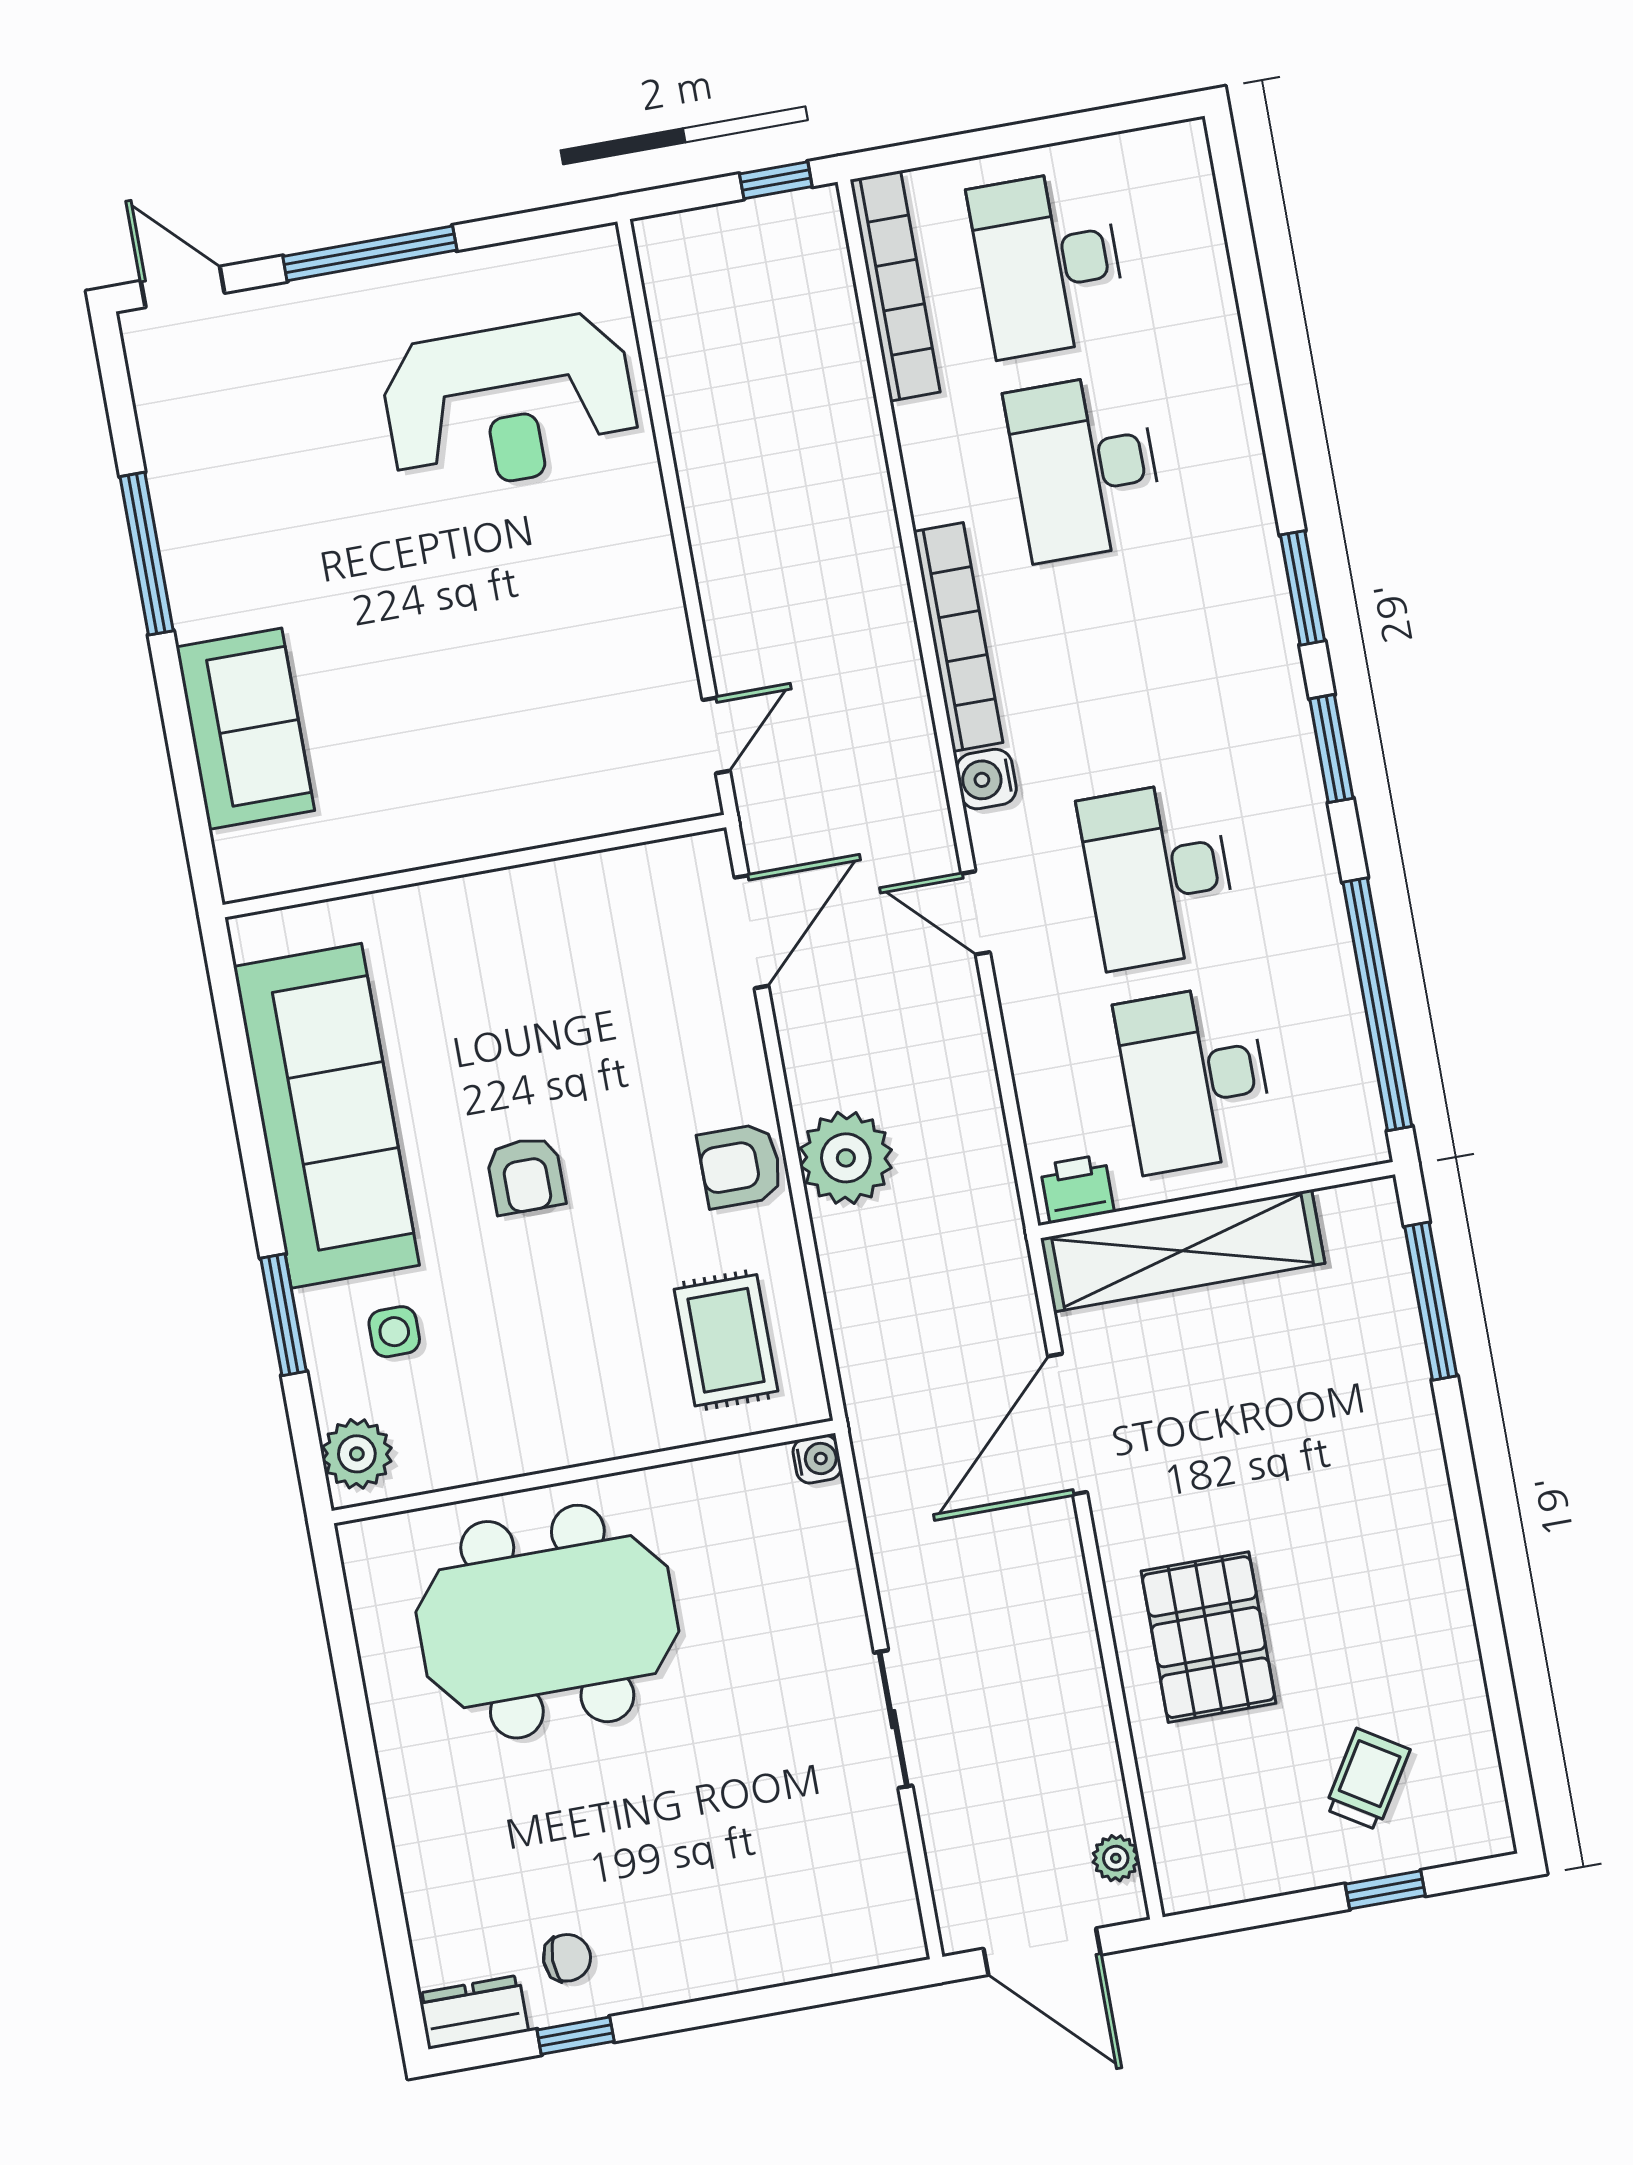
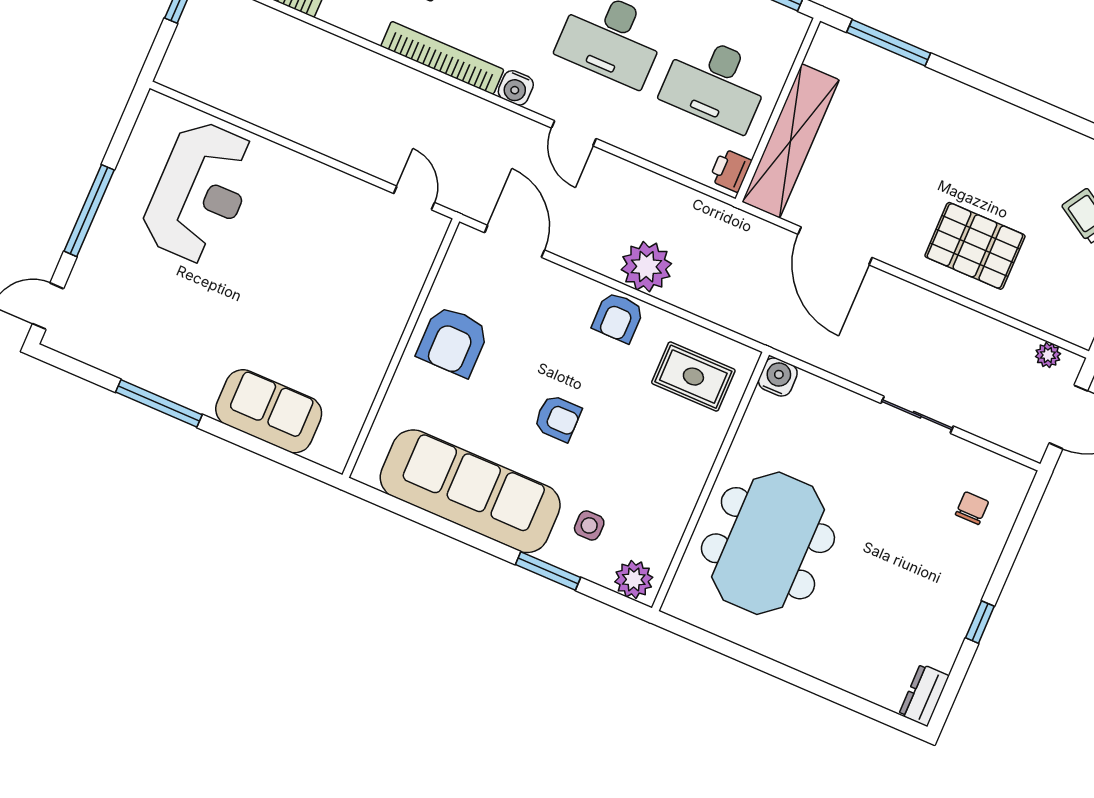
door: (976, 913) -> (574, 133), hinge flipped
armchair: (537, 939) -> (453, 341), added
water cooler: (817, 1459) -> (778, 377), width x1.38, depth x1.38
chair: (567, 1958) -> (972, 508), moved
window: (576, 2036) -> (980, 622), moved

